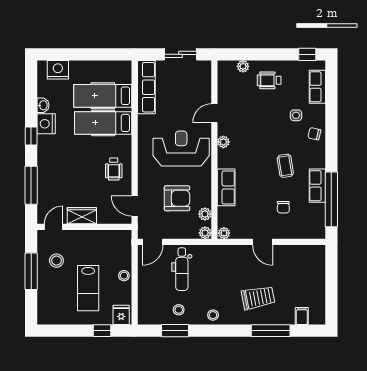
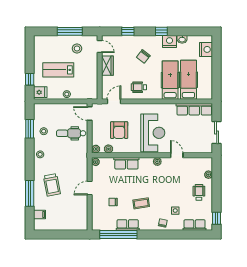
chair: (68, 163) -> (143, 56), added
window: (31, 185) -> (128, 31), width x0.46

